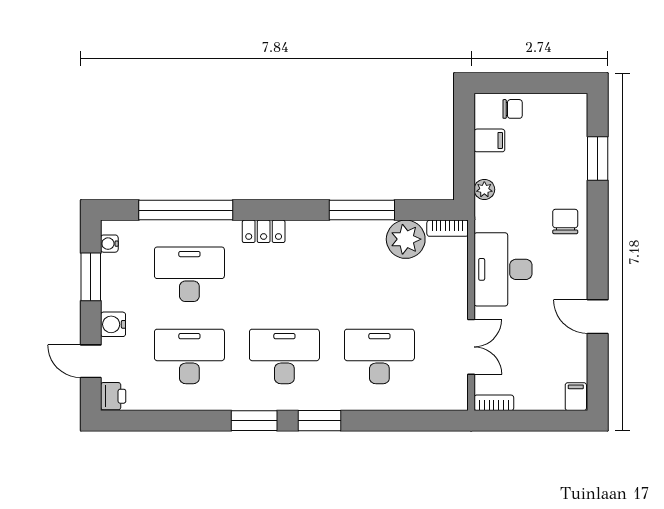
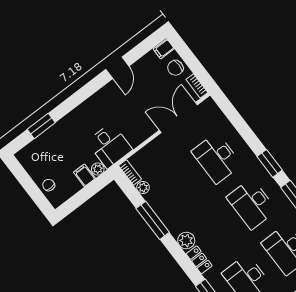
filing cabinet: (489, 140) -> (84, 175), moved
chair: (565, 221) -> (175, 68), moved
plant: (302, 234) -> (186, 241), added
plant: (406, 239) -> (143, 188), width x0.53, depth x0.53
desk: (503, 269) -> (110, 146), moved, width x0.73
double door: (471, 347) -> (178, 117), width x1.37

